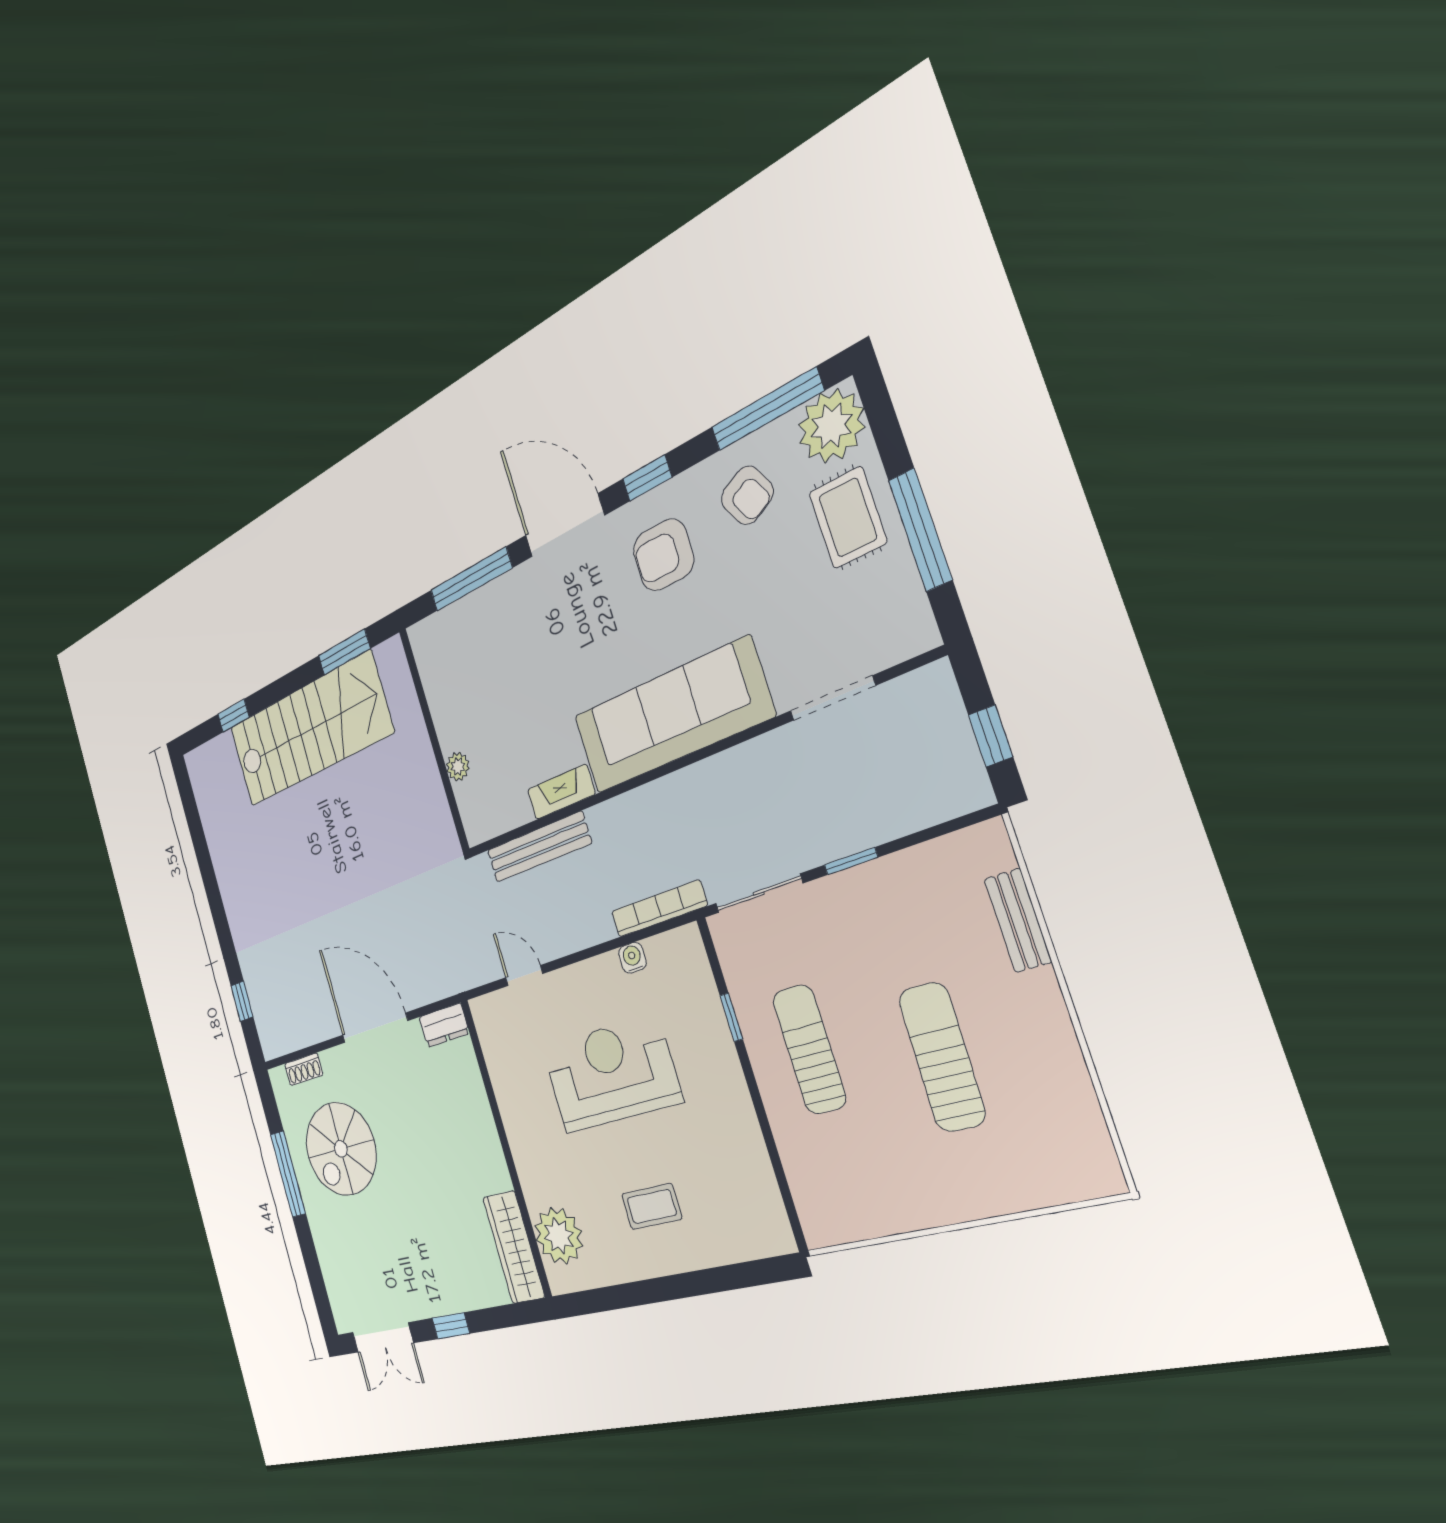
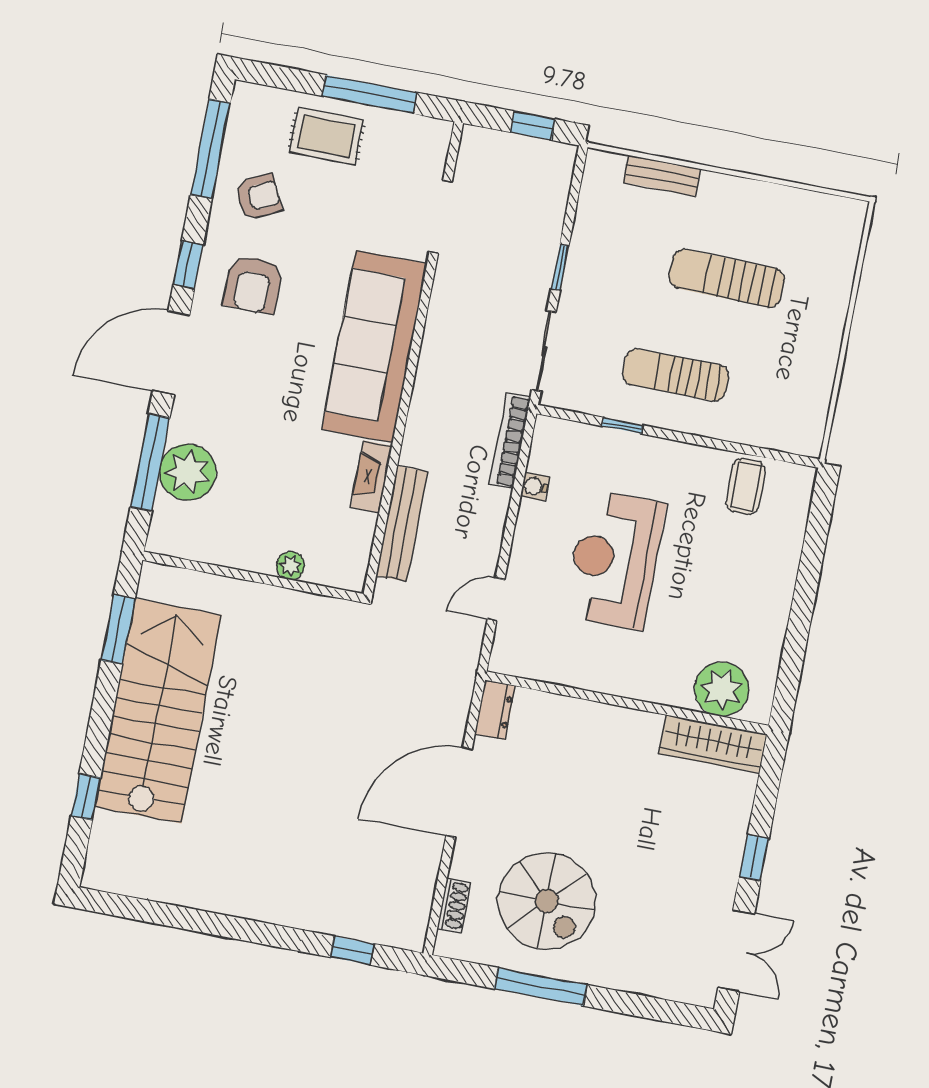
plant: (831, 426) -> (188, 472), moved
coffee table: (652, 1206) -> (746, 486), moved

